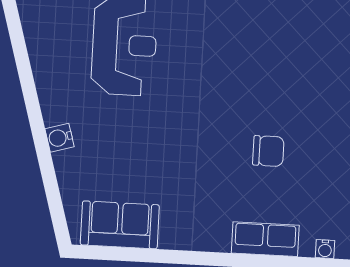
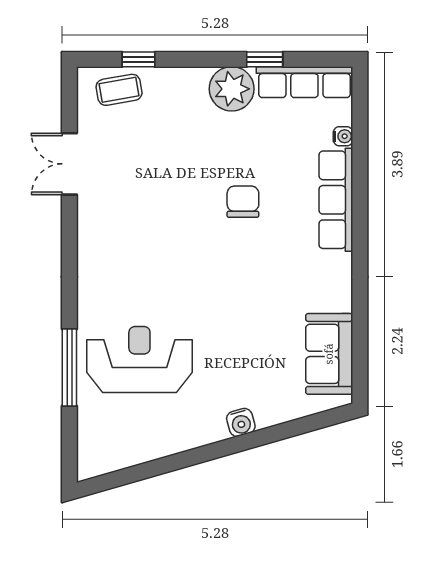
row of seats: (265, 239) -> (336, 200), width x1.48

